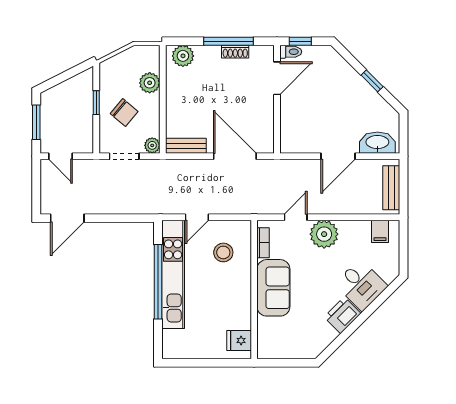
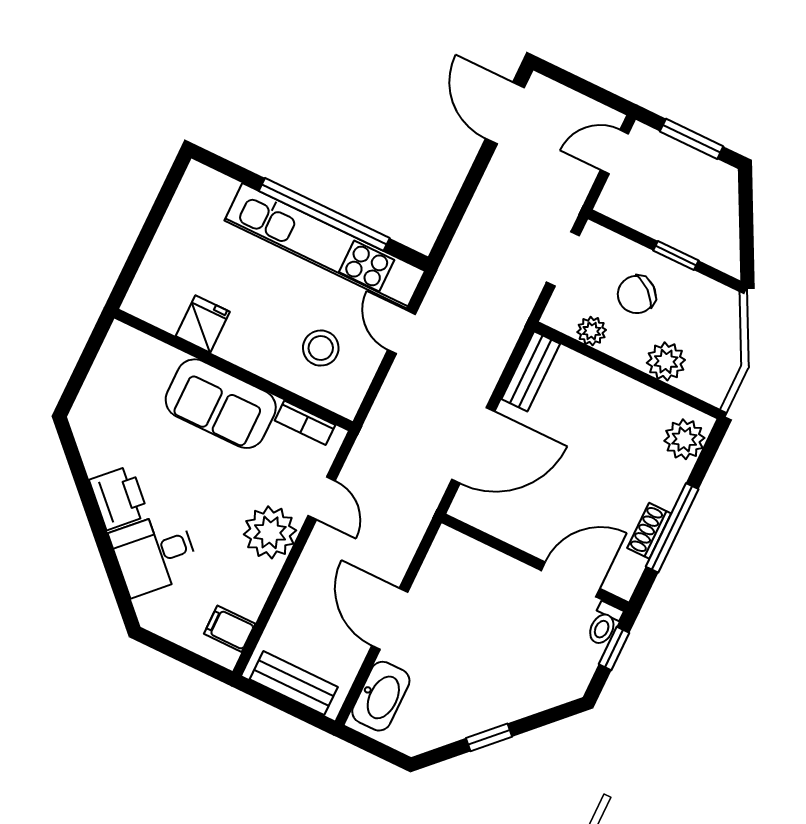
door: (277, 78) -> (571, 579), swing flipped
plant: (152, 145) -> (592, 331), moved
fridge: (239, 340) -> (203, 324), moved

